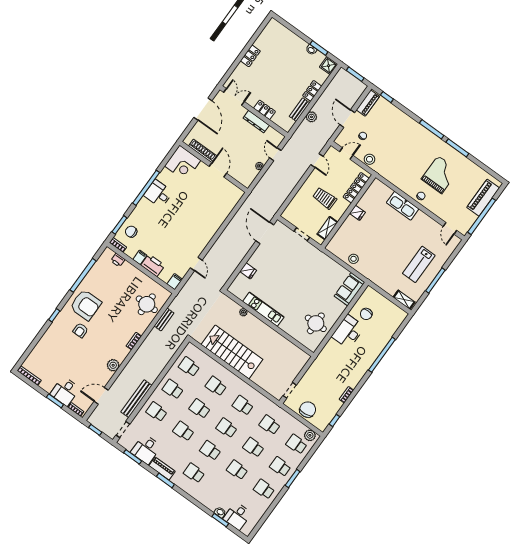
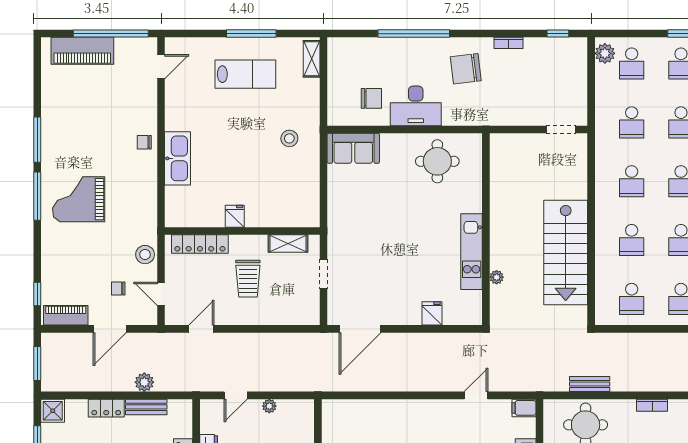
grand piano: (440, 175) -> (79, 199), moved
stool: (353, 259) -> (289, 138), moved
chair: (308, 410) -> (466, 69), moved

